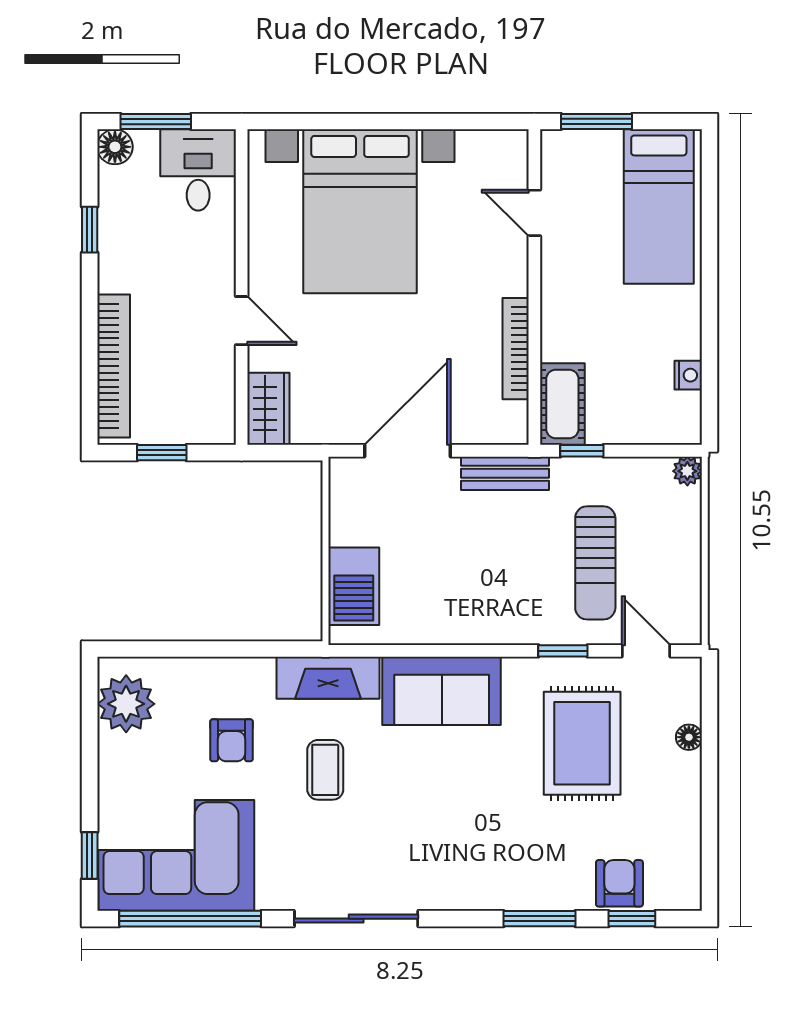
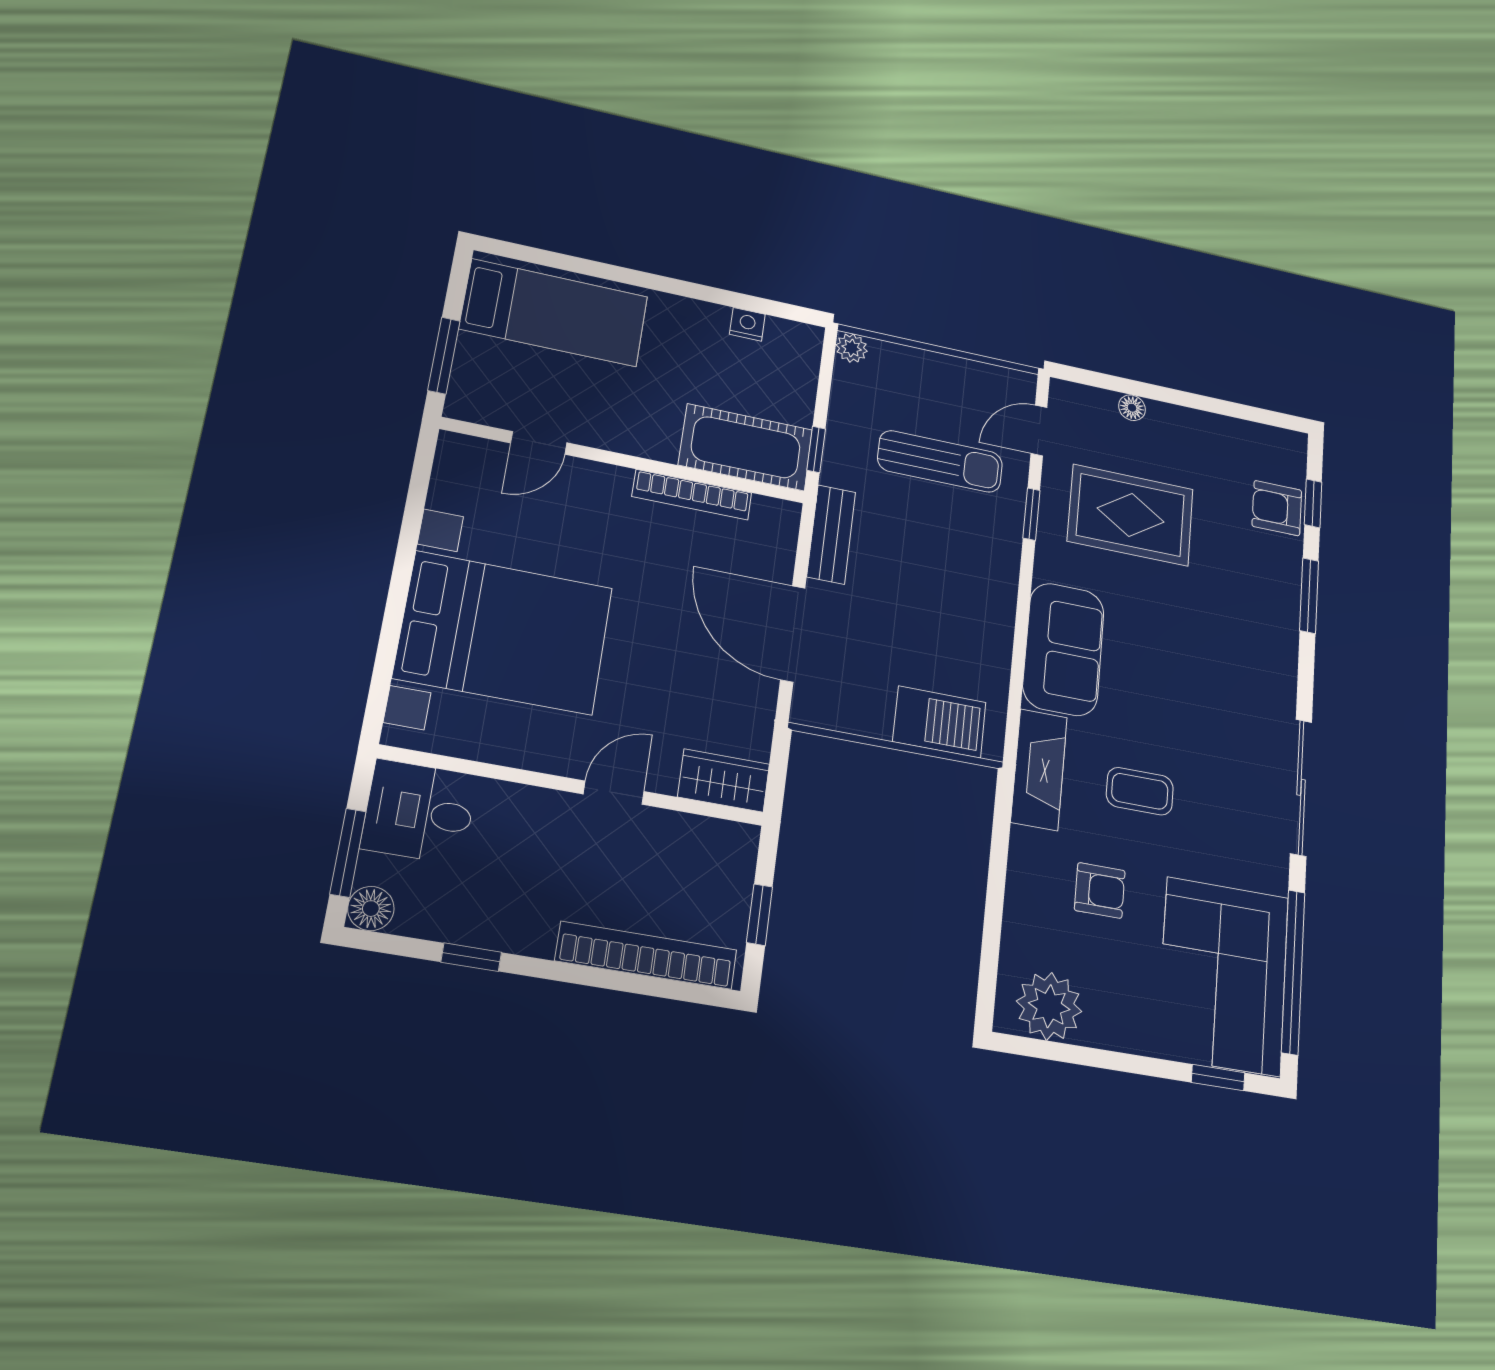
cot: (562, 404) -> (746, 447), width x1.37, depth x1.34

